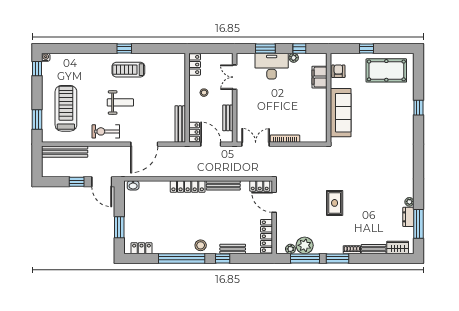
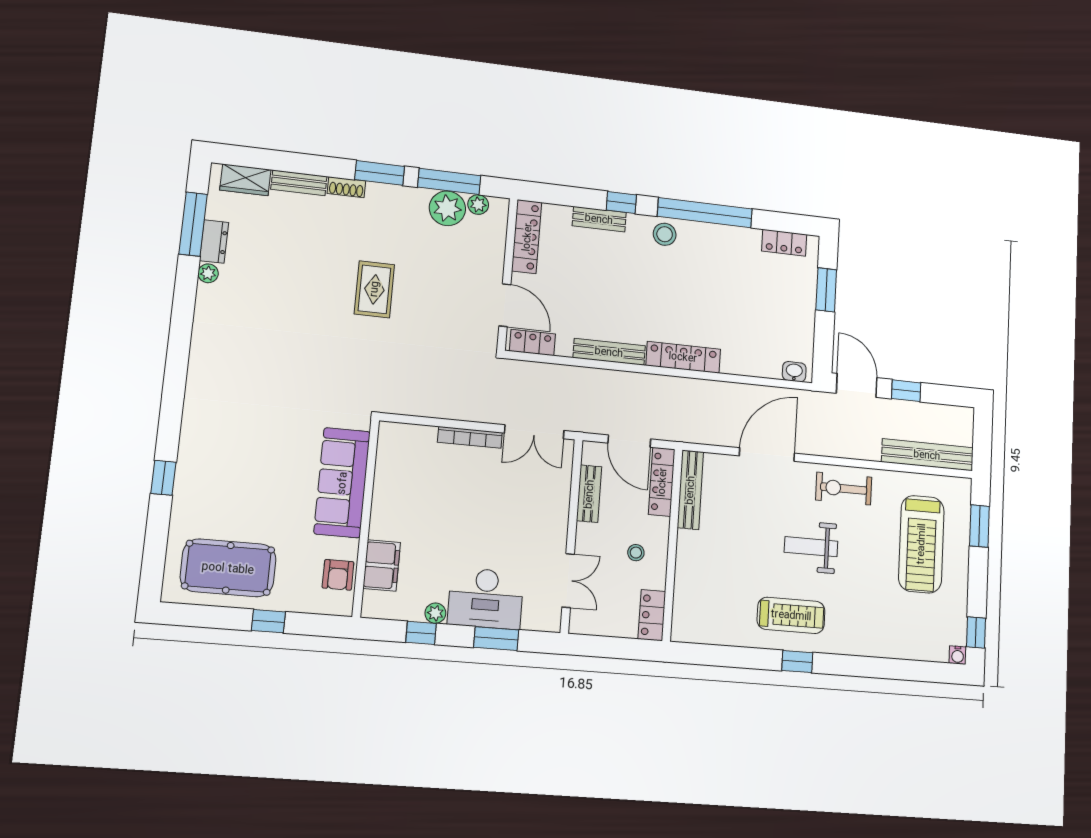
exercise bike: (106, 131) -> (844, 489), turned 180
locker: (194, 132) -> (662, 482), width x1.53

